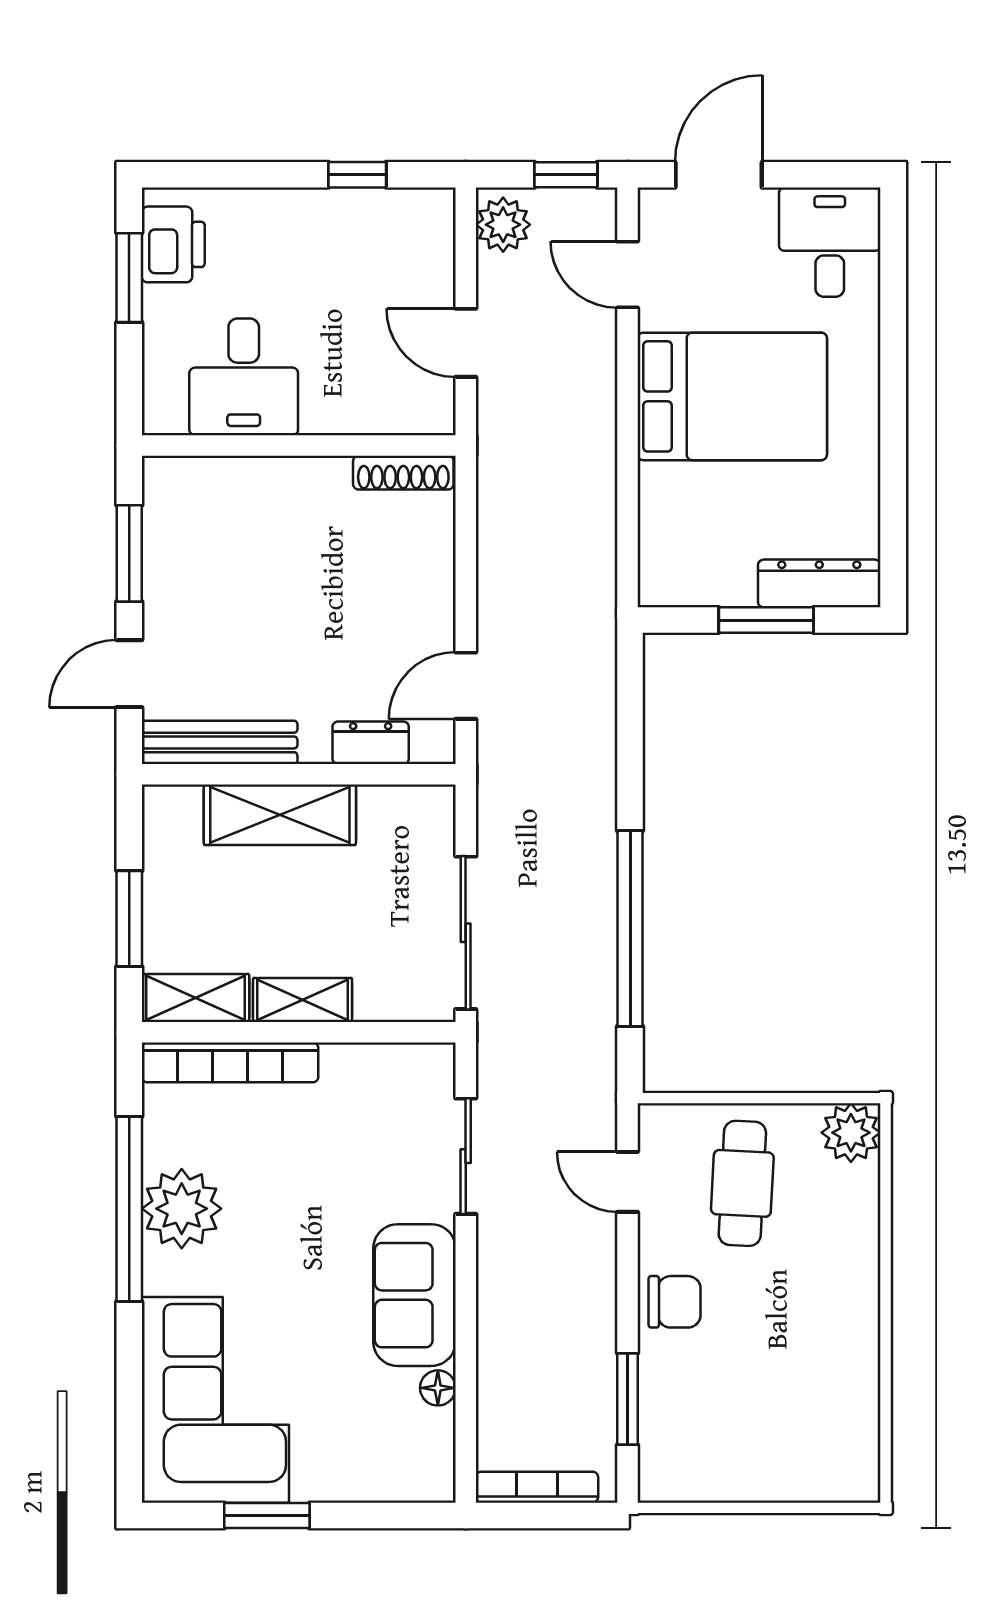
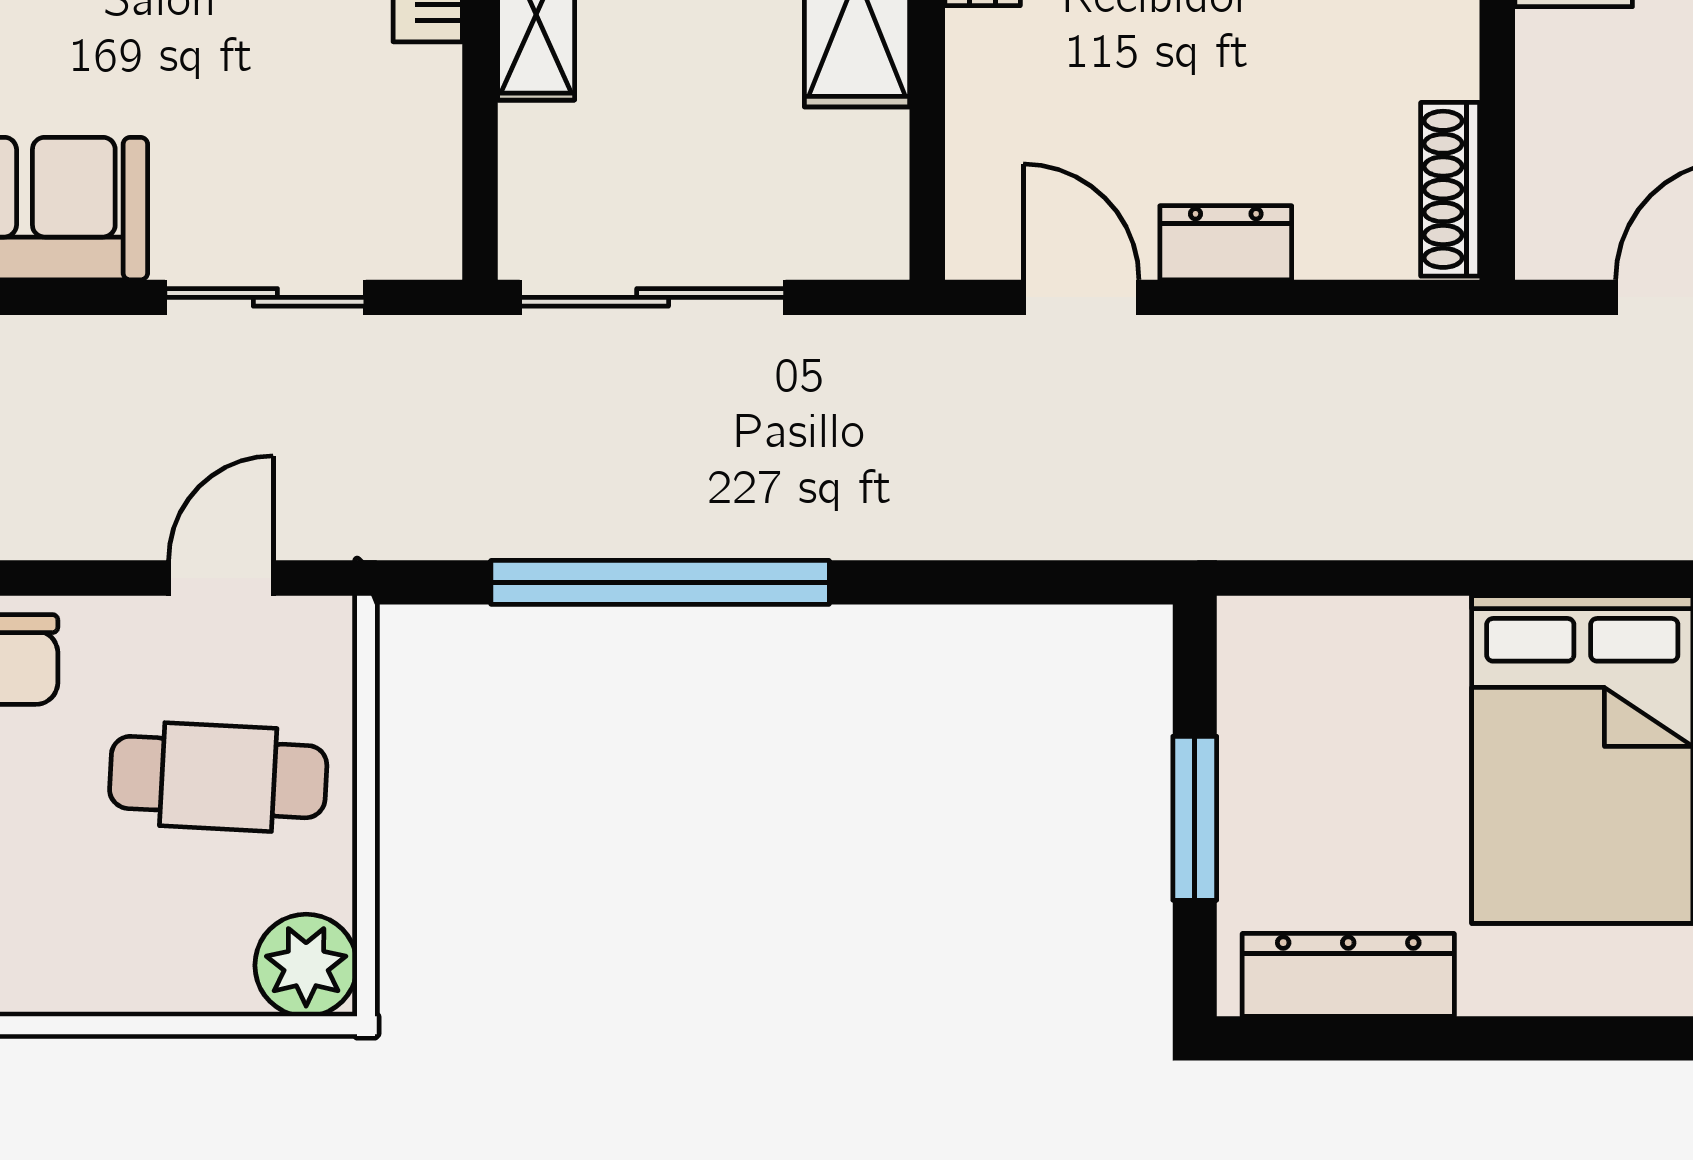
dresser: (819, 583) -> (1348, 975), moved, turned -90
dresser: (371, 743) -> (1226, 243), moved, turned -90

